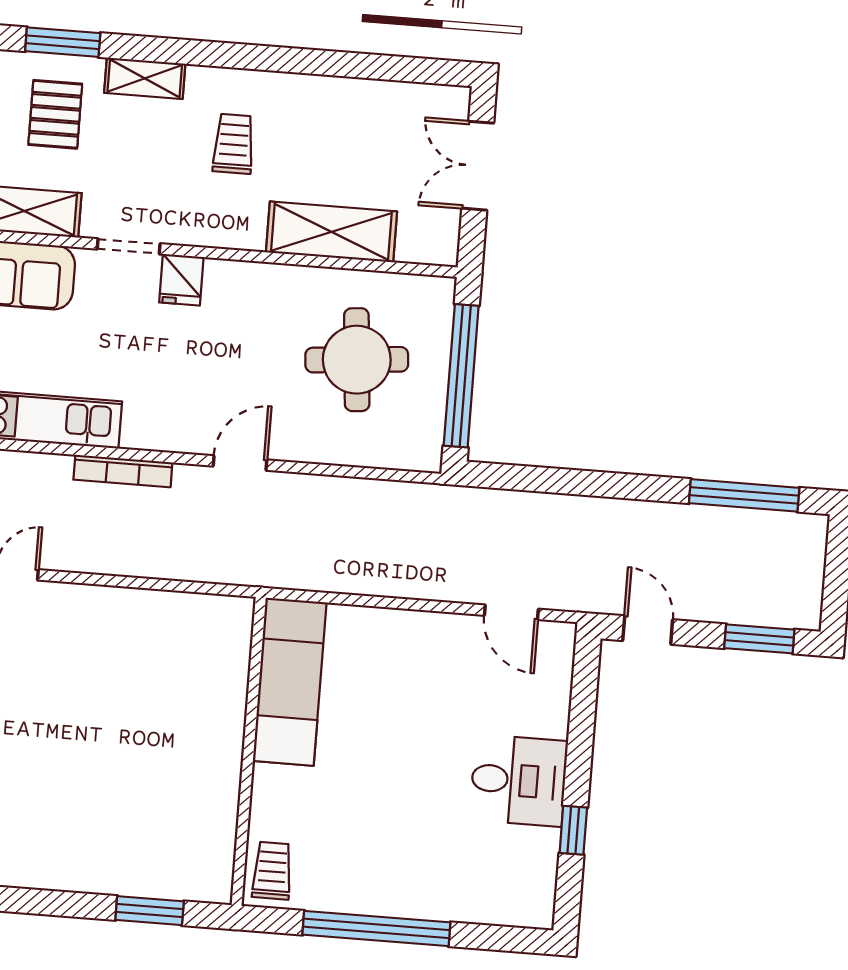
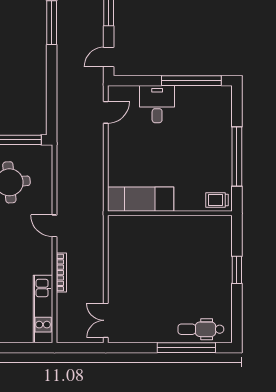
desk: (519, 780) -> (157, 104), moved
window: (573, 830) -> (191, 81), width x3.17
window: (150, 911) -> (237, 270), moved

